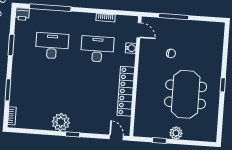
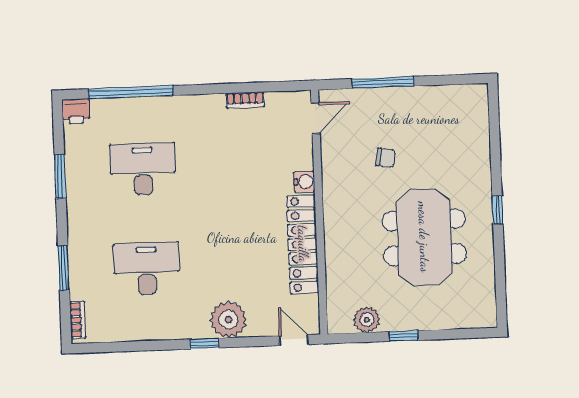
door: (139, 30) -> (316, 118), hinge flipped
water cooler: (131, 48) -> (304, 182), moved
desk: (97, 49) -> (147, 268), moved
plant: (61, 122) -> (228, 320), moved
plant: (176, 133) -> (367, 320), moved
window: (159, 141) -> (404, 336), moved

